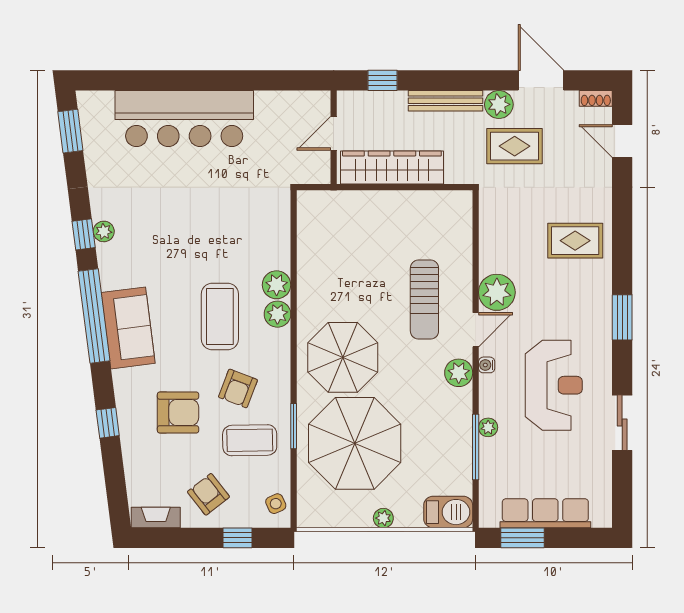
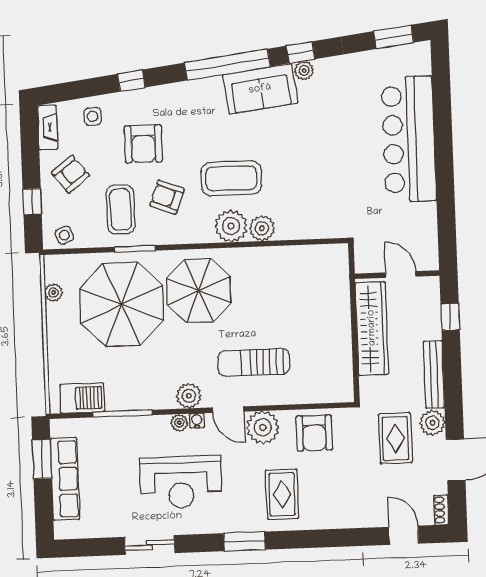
door: (622, 141) -> (404, 535), hinge flipped
armchair: (505, 236) -> (314, 433), added
rug: (575, 241) -> (282, 494), moved
plant: (277, 314) -> (231, 226), width x1.36, depth x1.36
sofa: (128, 328) -> (260, 89), moved
plant: (488, 427) -> (179, 423), moved
side table: (146, 467) -> (93, 116), added
barbecue: (448, 512) -> (82, 398), moved, turned -90
plant: (383, 518) -> (53, 292), moved

